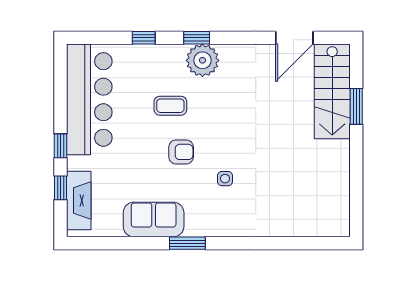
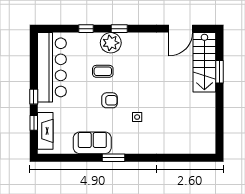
plant: (202, 60) -> (111, 43), moved

